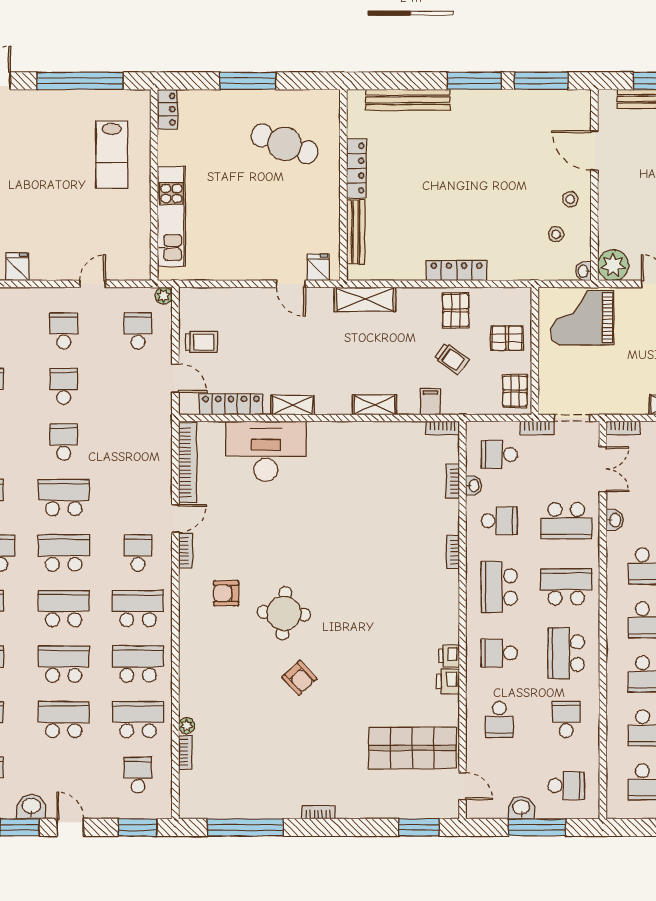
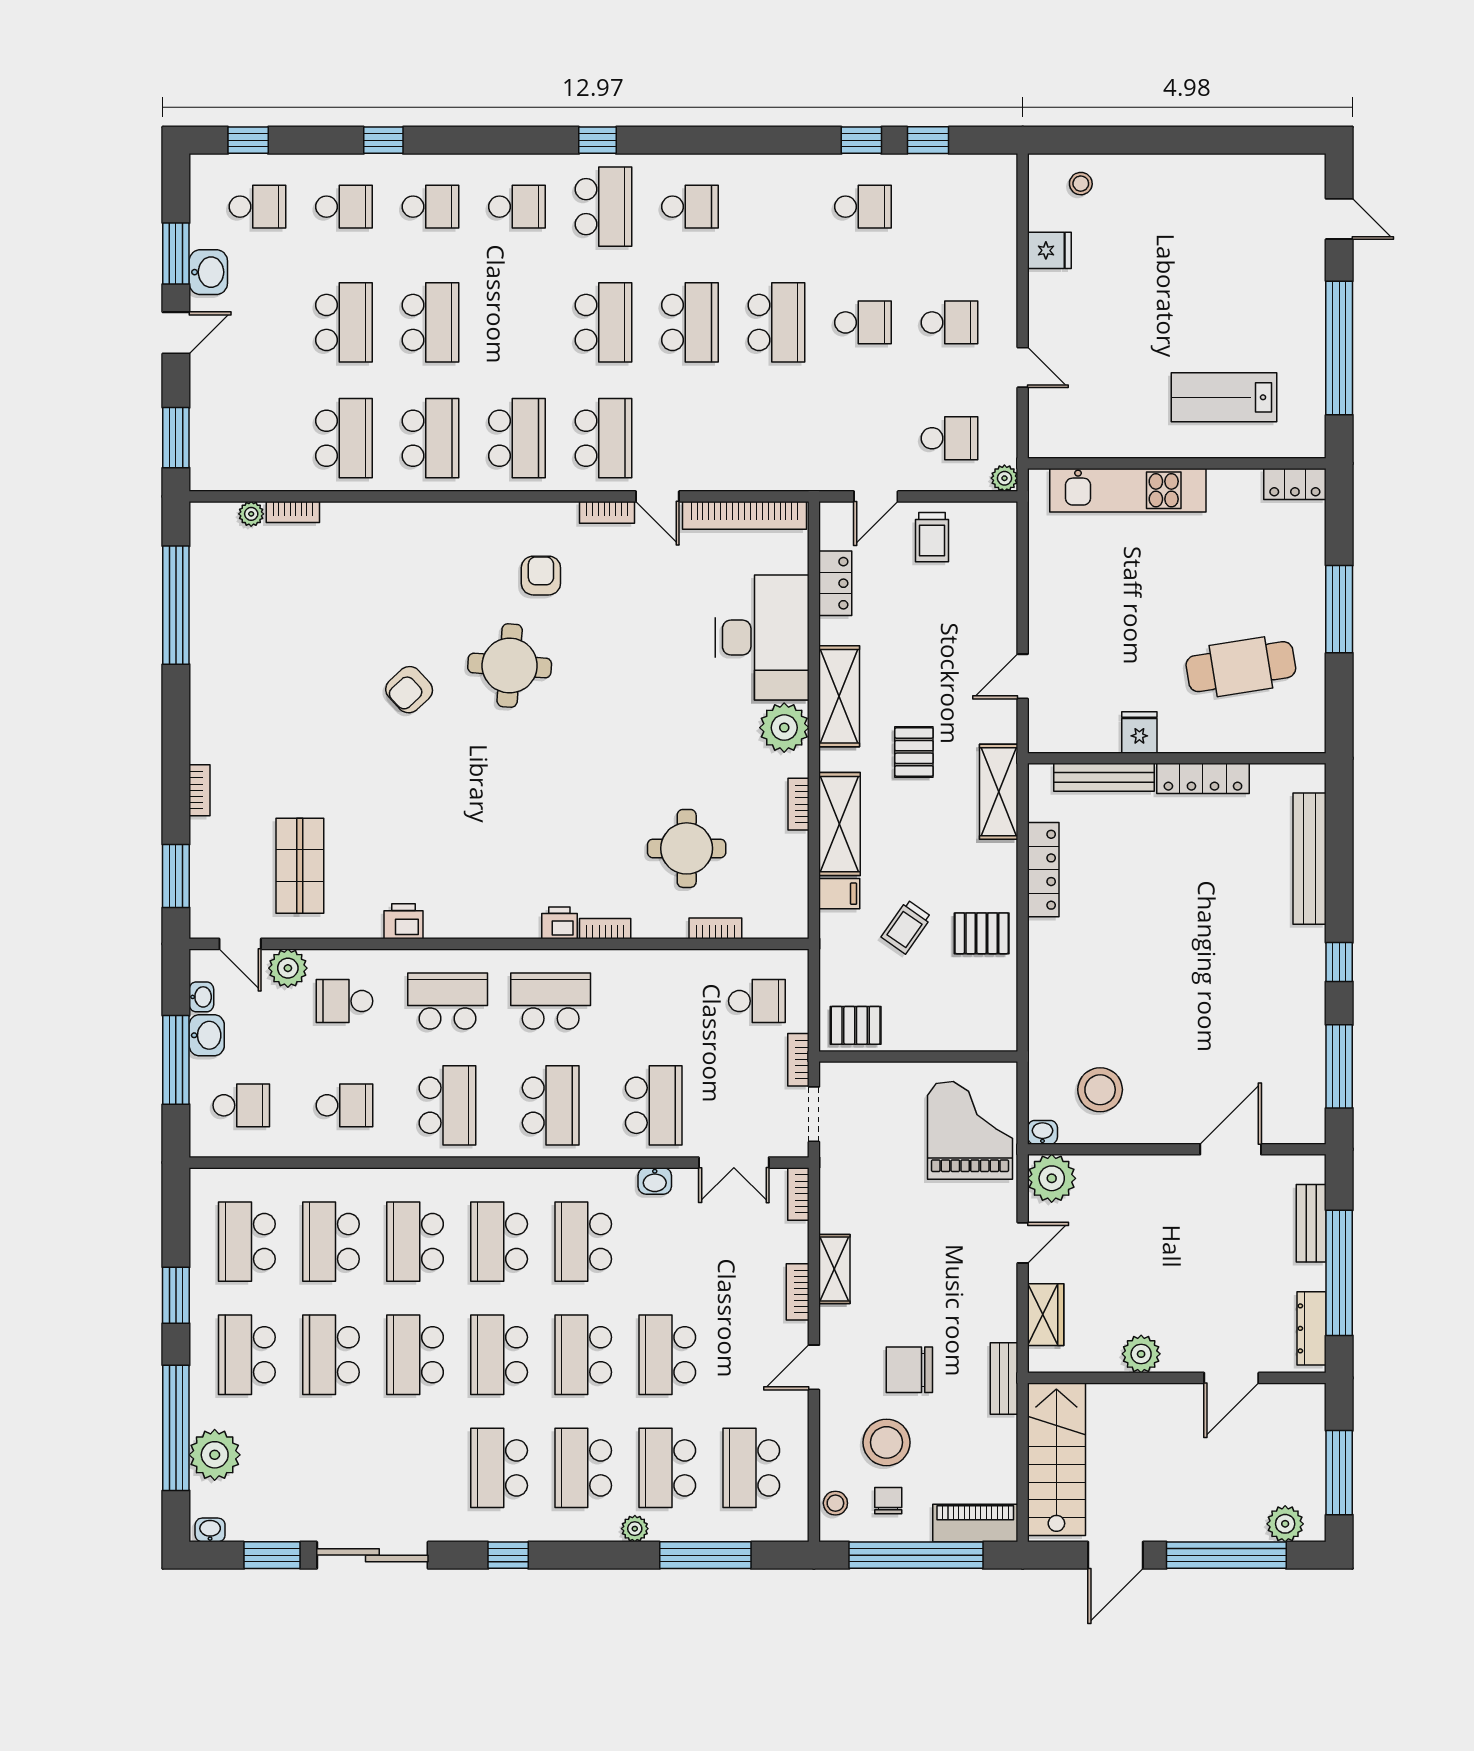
window: (474, 81) -> (1339, 962), width x0.46
cafe table: (285, 144) -> (1241, 667), turned 61
stool: (570, 199) -> (1155, 1111), removed
stool: (556, 234) -> (1100, 1090), width x1.89, depth x1.89
fridge: (318, 267) -> (1139, 732), moved, turned -90
locker: (456, 271) -> (1043, 870), moved
pallet: (507, 338) -> (914, 752), moved
locker: (231, 404) -> (835, 583), width x0.66
shelving: (293, 405) -> (839, 696), width x1.50, depth x1.33
shelving: (375, 405) -> (840, 824), width x1.50, depth x1.33
bookcase: (443, 428) -> (799, 804), moved
plant: (324, 437) -> (784, 728), added
school desk: (64, 442) -> (776, 322), width x1.85
school desk: (499, 455) -> (757, 1001), turned 90
washbasin: (474, 486) -> (201, 997), moved, turned -90
round table: (401, 500) -> (687, 848), added
school desk: (499, 521) -> (654, 1001), removed
school desk: (566, 521) -> (654, 1105), turned 180
school desk: (138, 553) -> (603, 438), width x1.85
school desk: (64, 609) -> (517, 322), removed
school desk: (499, 653) -> (448, 1001), width x1.85
school desk: (566, 653) -> (448, 1105), turned 90
printer: (449, 656) -> (559, 923), moved
plant: (187, 726) -> (251, 514), moved
shop shelf: (412, 748) -> (300, 866), width x0.70, depth x0.74
plant: (478, 756) -> (288, 968), added
school desk: (138, 775) -> (257, 438), removed
door: (463, 786) -> (240, 944), hinge flipped
school desk: (566, 786) -> (241, 1105), turned -90
bookcase: (318, 812) -> (200, 790), moved

